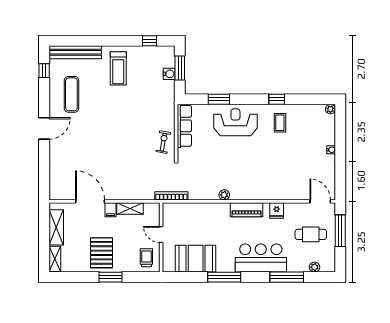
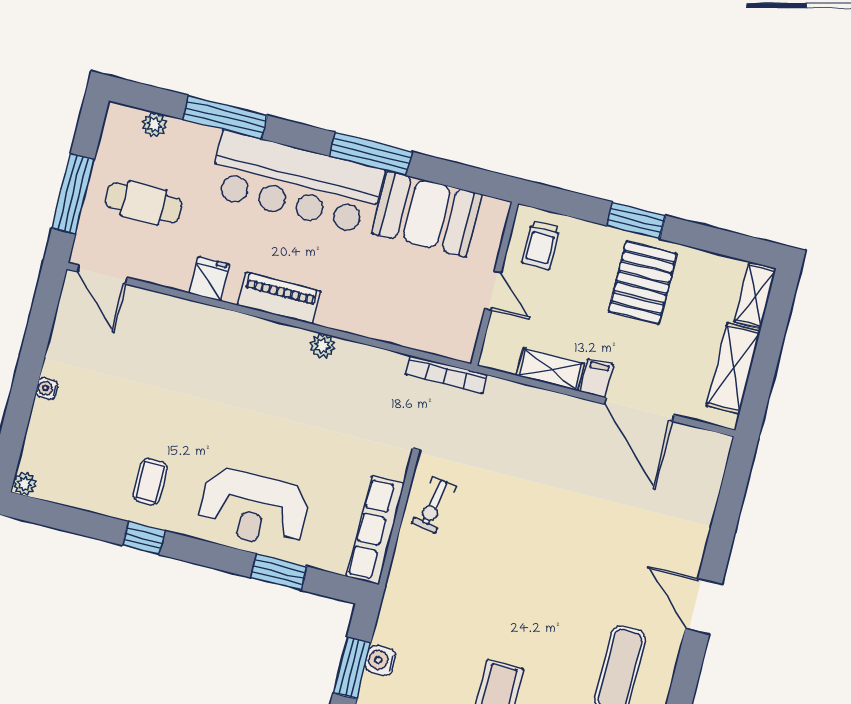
door: (44, 128) -> (704, 606), hinge flipped
bar counter: (261, 258) -> (296, 183), width x1.36

